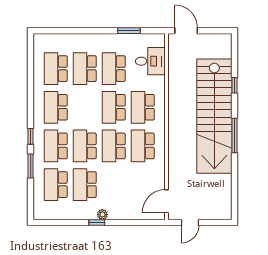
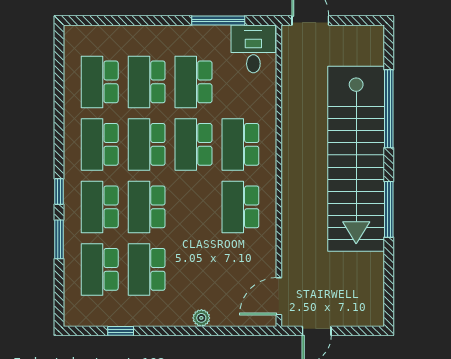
window: (129, 31) -> (218, 20), width x1.44
desk: (150, 61) -> (253, 49), moved, turned -90
window: (235, 85) -> (389, 109), width x3.17
window: (235, 136) -> (389, 209), moved
school desk: (114, 146) -> (147, 144), moved
plant: (102, 215) -> (201, 318), moved
window: (97, 223) -> (121, 331), moved

